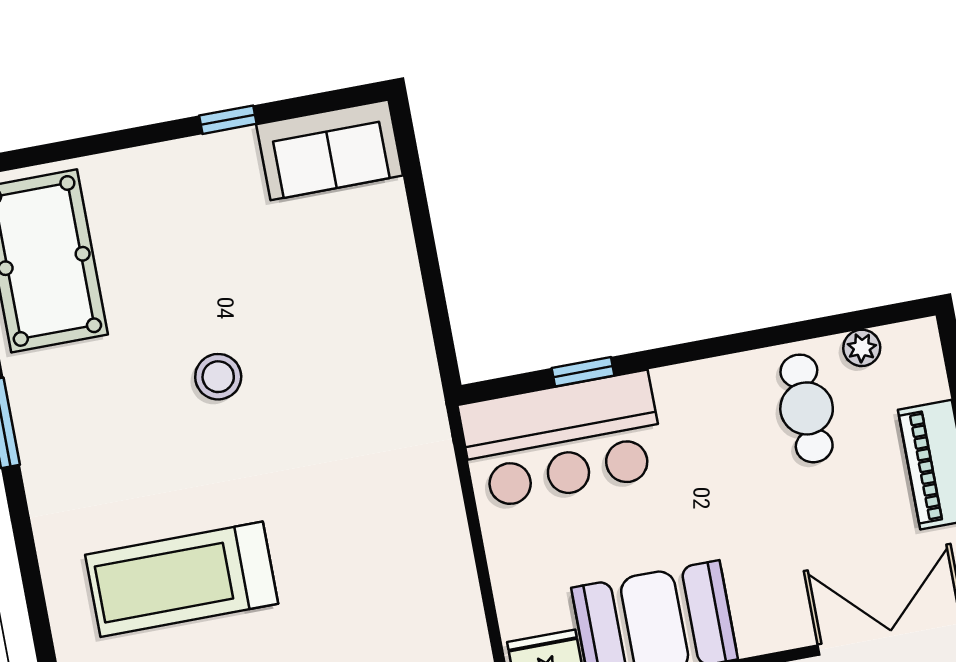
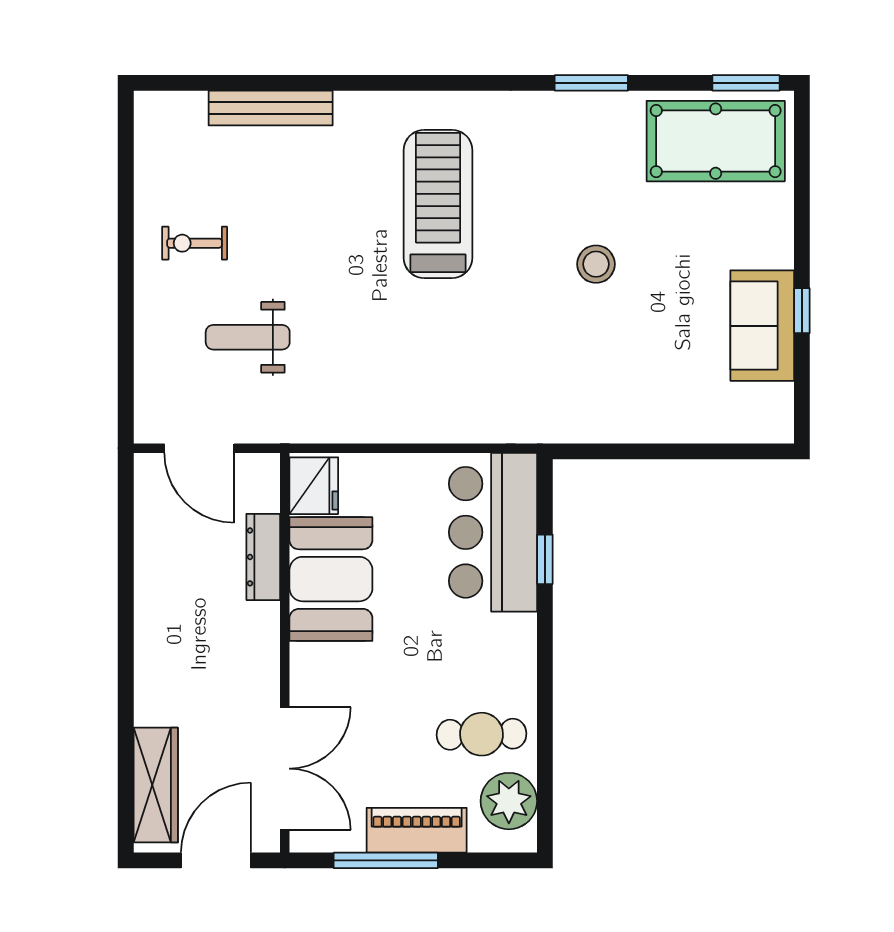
sofa: (330, 150) -> (762, 326), moved
plant: (862, 348) -> (509, 801), width x1.88, depth x1.88

